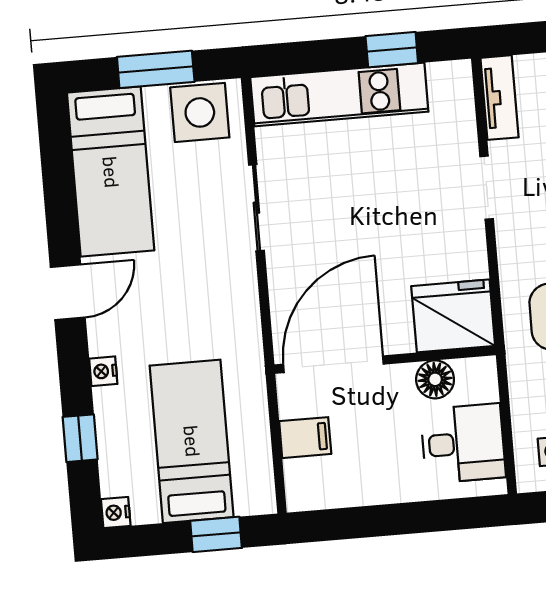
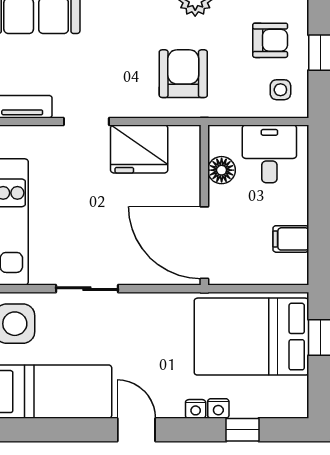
fridge: (453, 316) -> (139, 149), moved, turned -90
filing cabinet: (305, 438) -> (291, 239), moved, turned -90
bed: (192, 441) -> (251, 337), width x1.50
nightstand: (116, 513) -> (218, 408), moved

